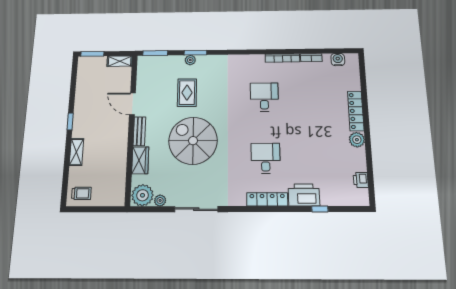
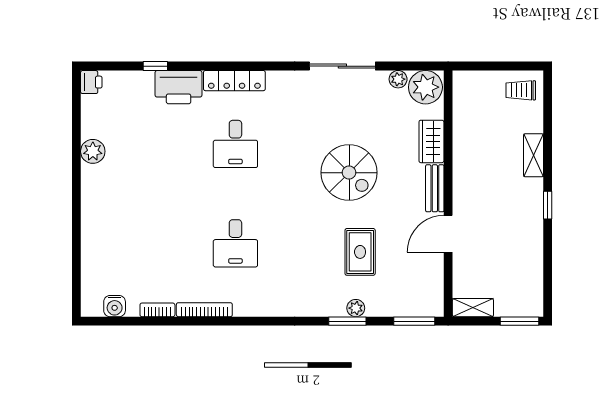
door: (132, 104) -> (448, 234), swing flipped
locker: (356, 111) -> (91, 219), removed
plant: (357, 140) -> (93, 151), moved
spiral stairs: (193, 141) -> (349, 173), width x0.73, depth x0.73
printer: (361, 180) -> (91, 82), moved

